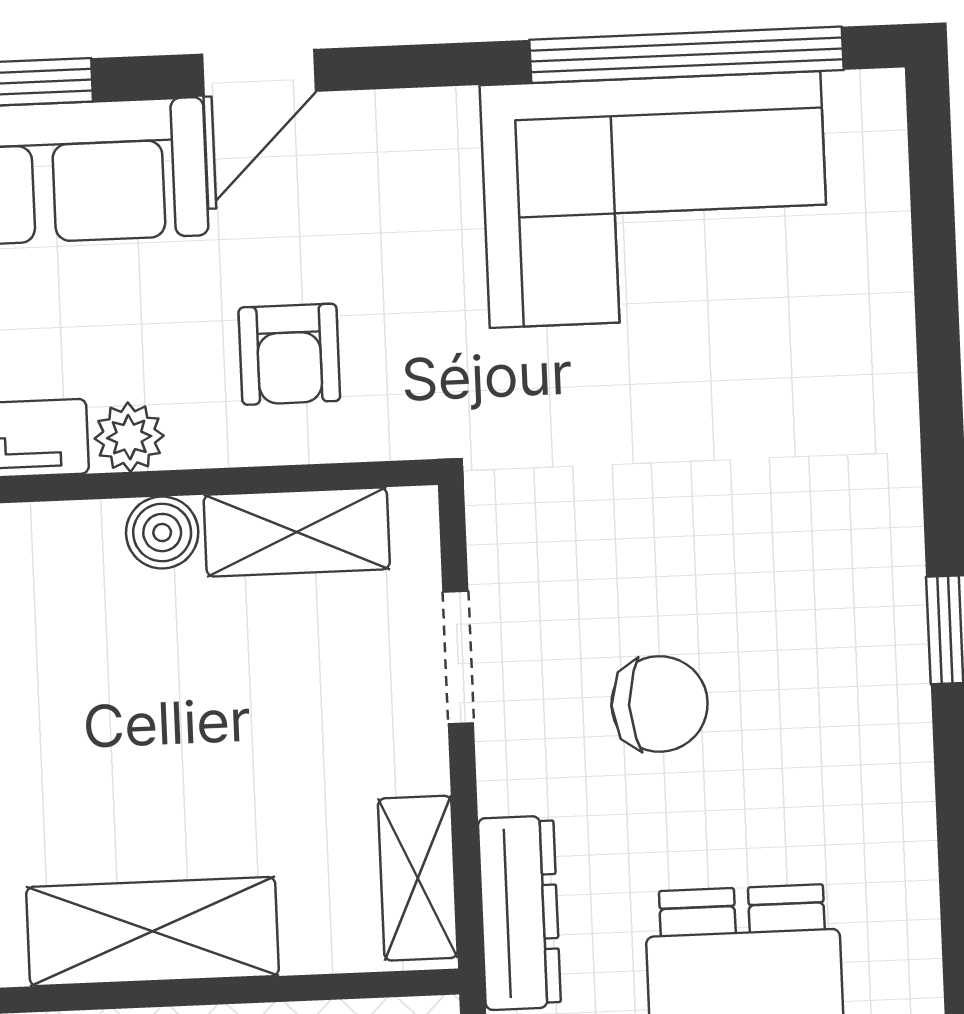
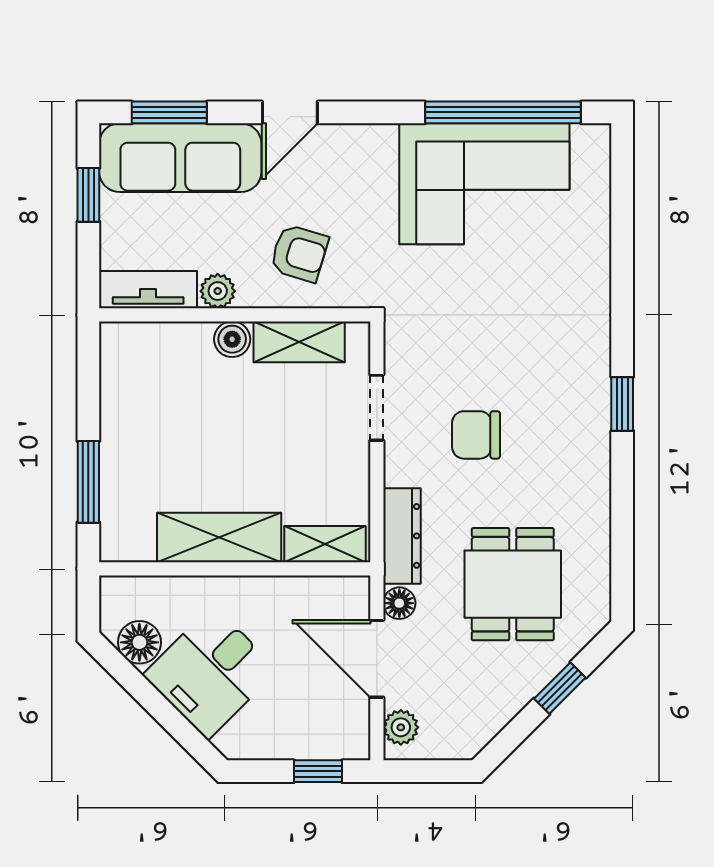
armchair: (289, 354) -> (299, 253), turned -73
chair: (660, 704) -> (476, 435), turned 180
shelving: (418, 878) -> (325, 544), moved, turned 90

